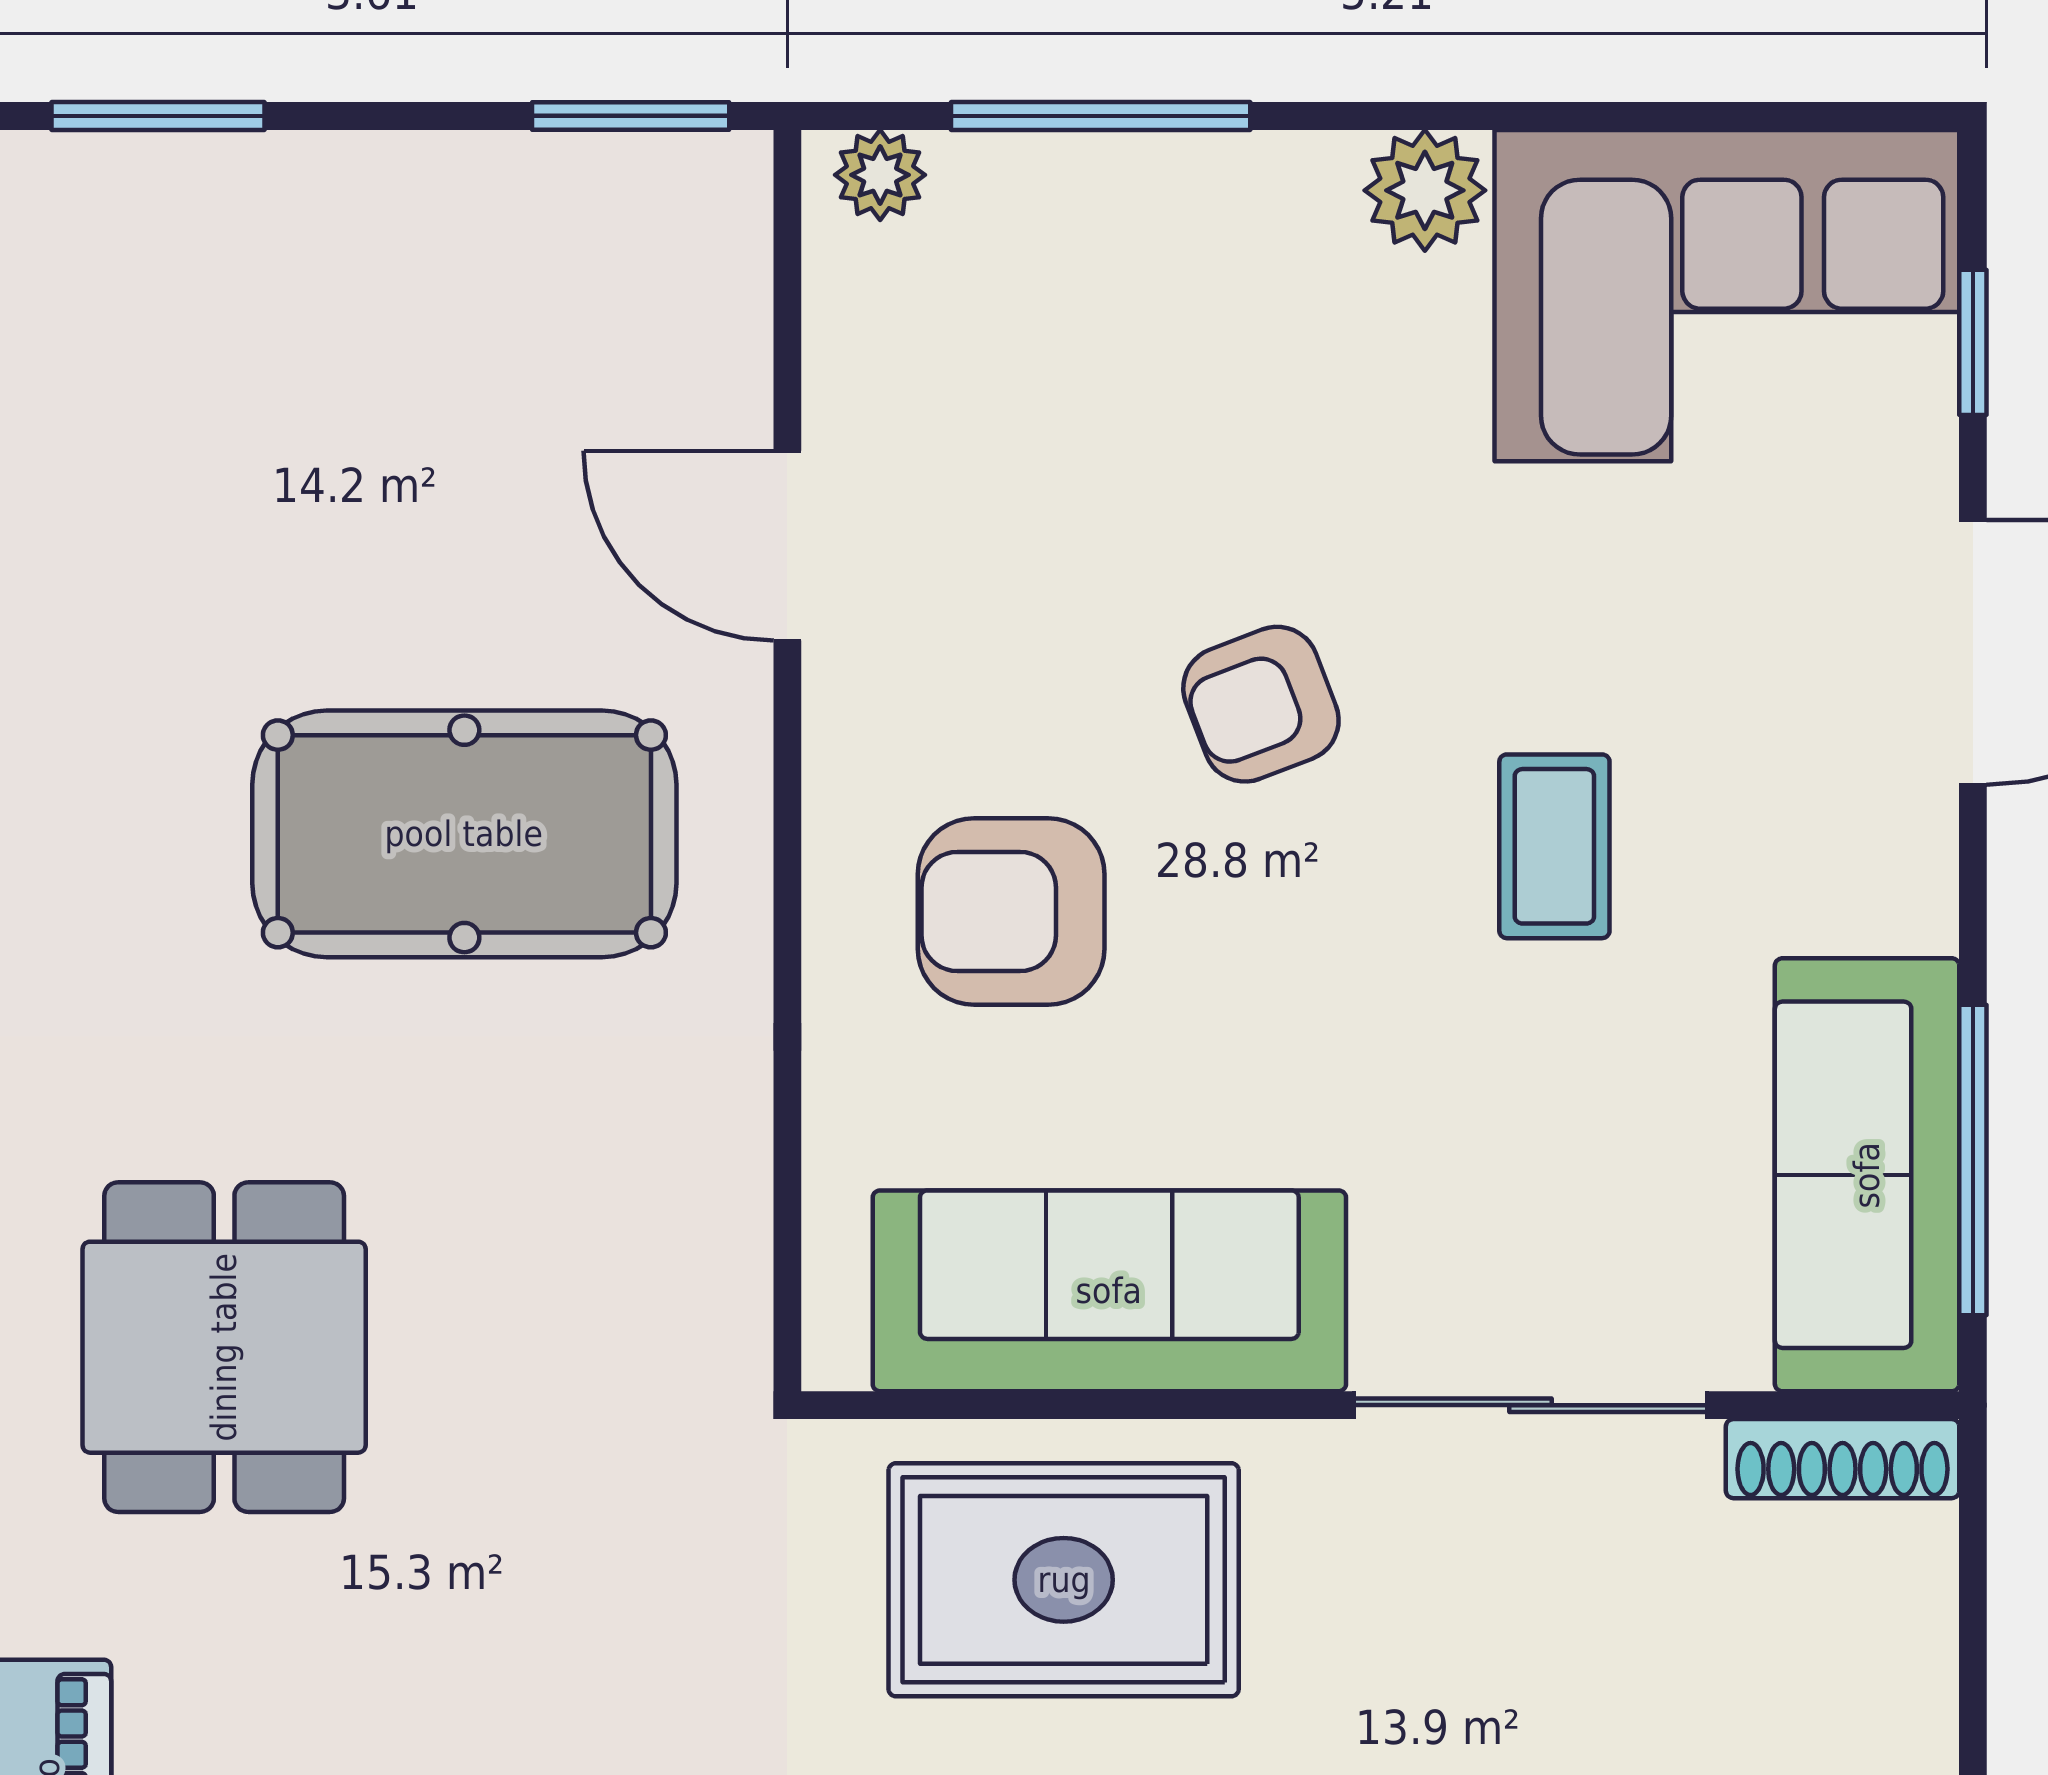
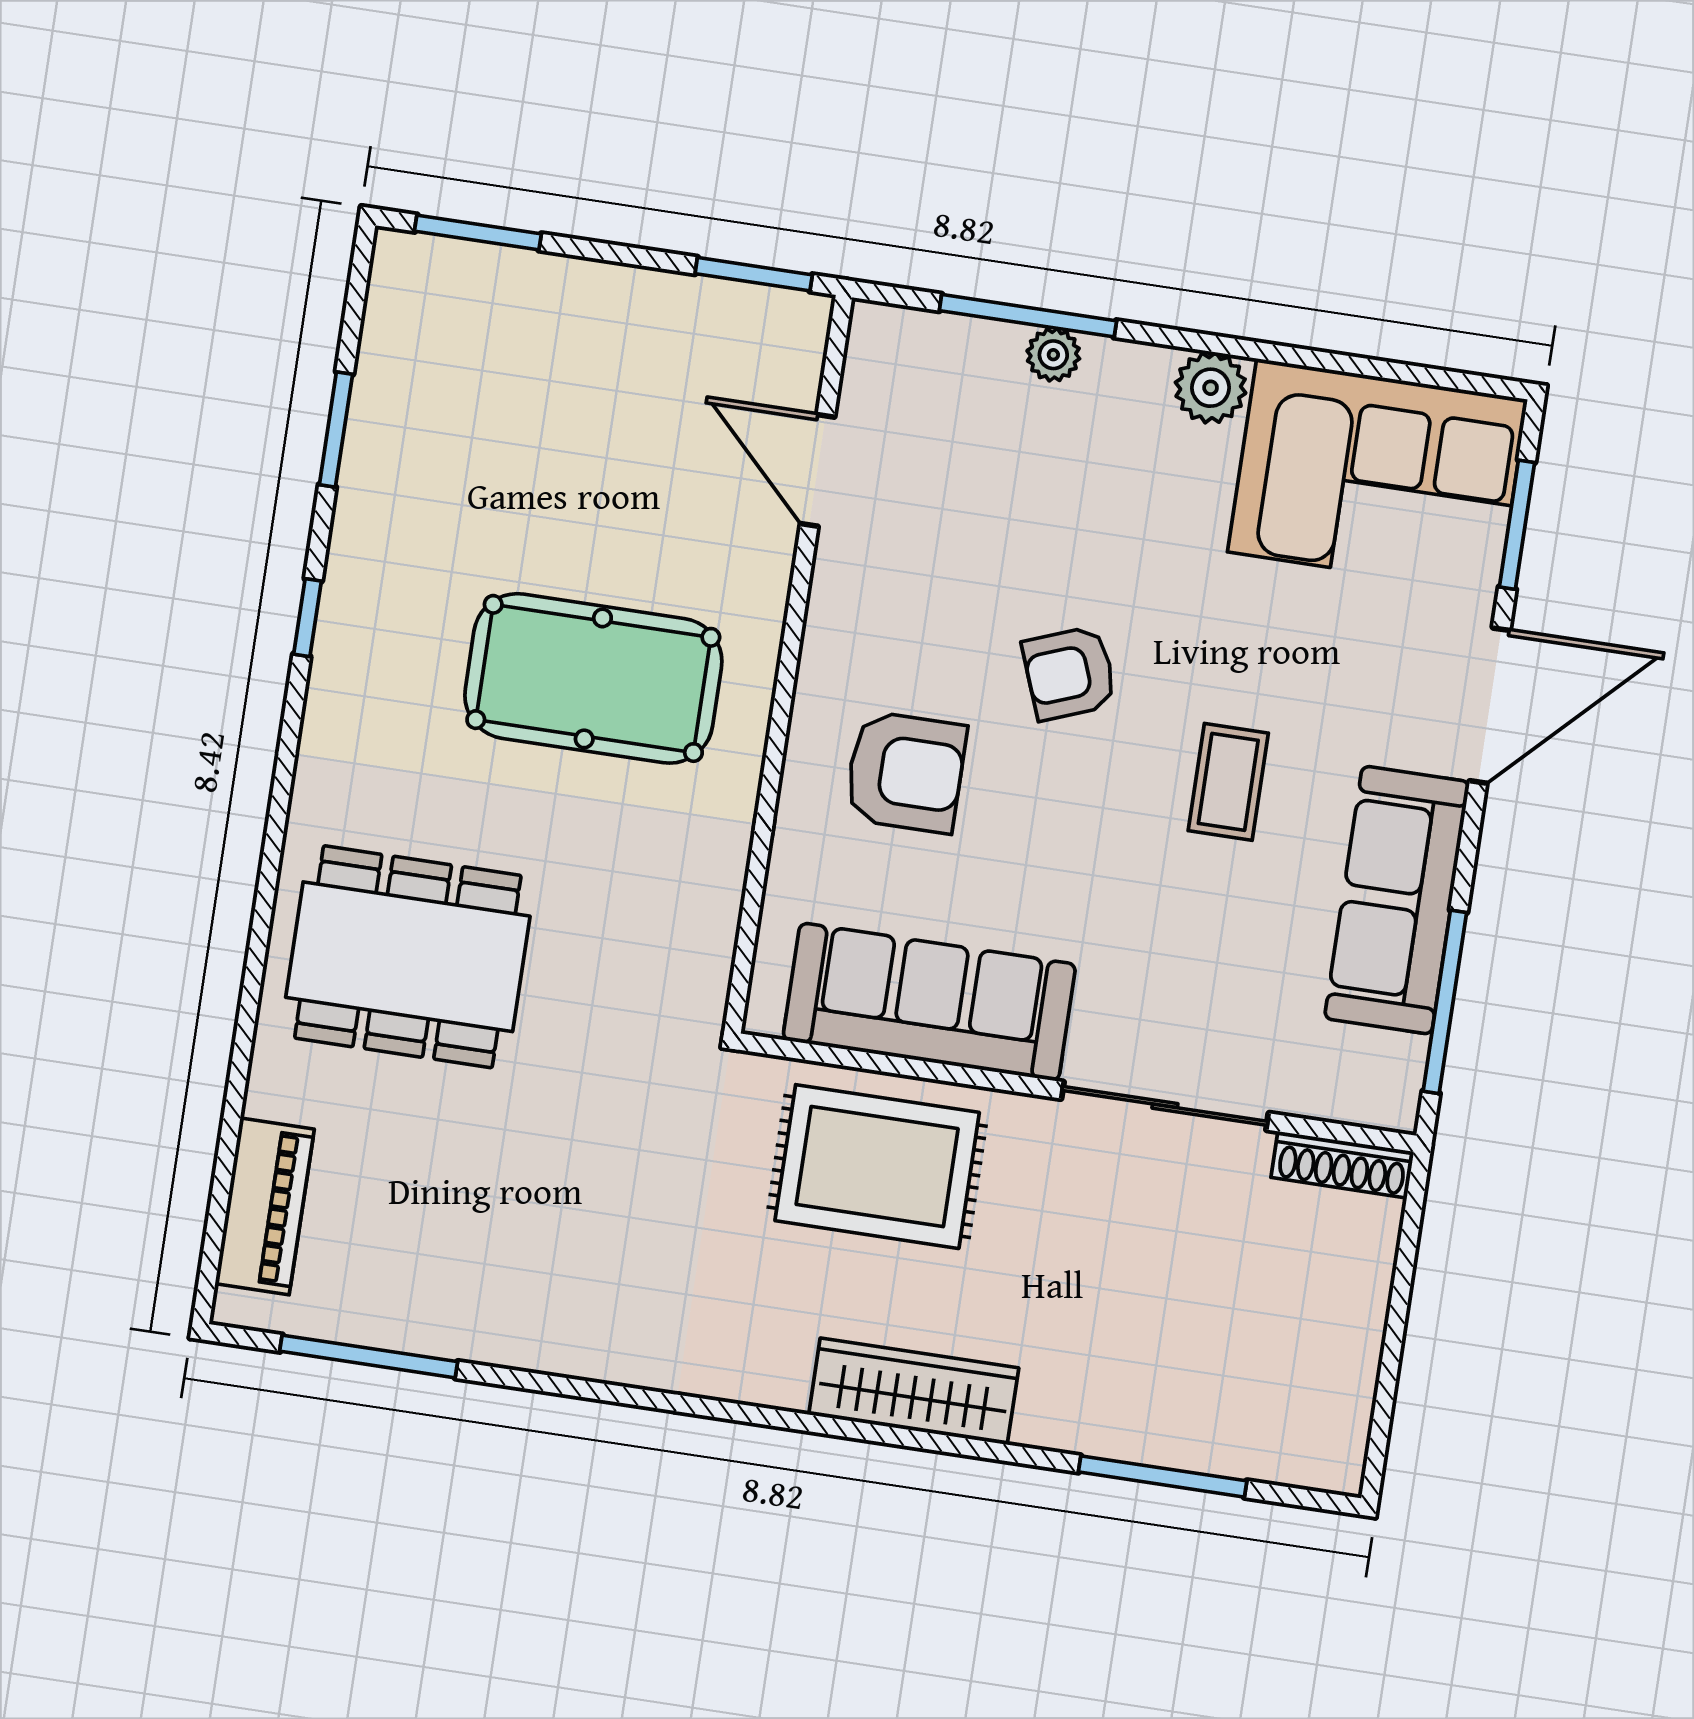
plant: (880, 175) -> (1053, 355), moved
window: (1973, 342) -> (1517, 525), width x1.50
door: (787, 546) -> (818, 470), moved
armchair: (1011, 912) -> (905, 772), turned 180
sofa: (1867, 1175) -> (1397, 900), moved
dining table: (224, 1347) -> (408, 957), width x1.38

